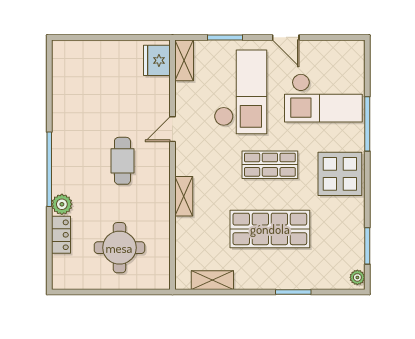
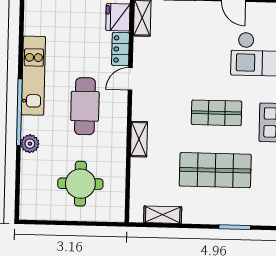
checkout: (240, 92) -> (192, 47), removed
kitchen unit: (64, 128) -> (33, 76), added
cafe table: (122, 161) -> (85, 106), width x1.37, depth x1.35
locker: (61, 235) -> (121, 49), moved, turned 180

